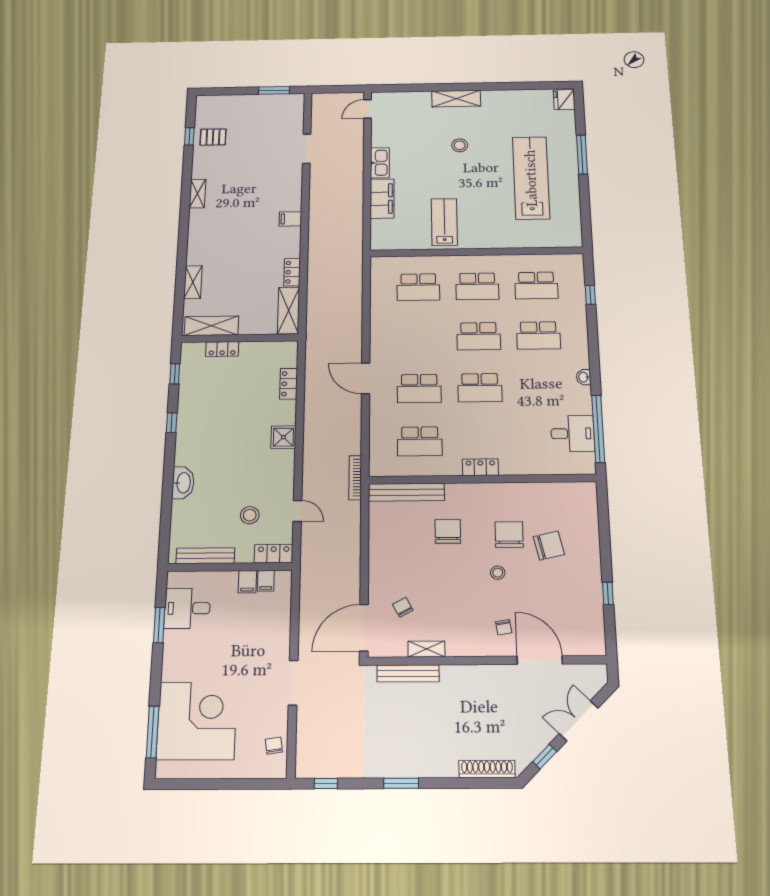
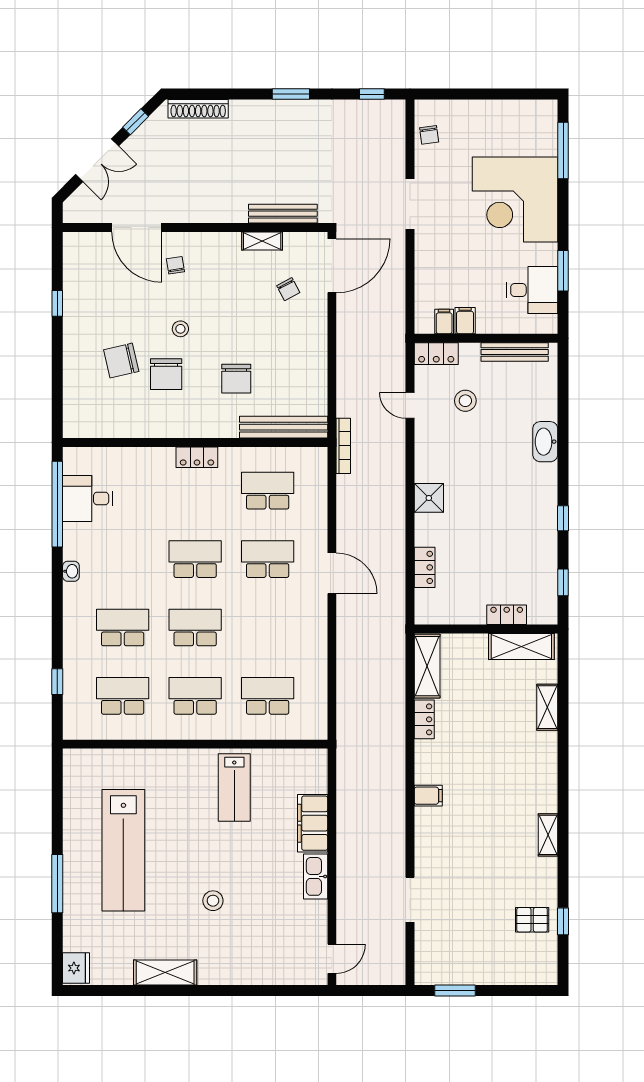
shelving: (456, 99) -> (165, 972), moved
corner desk: (197, 721) -> (515, 200), moved

